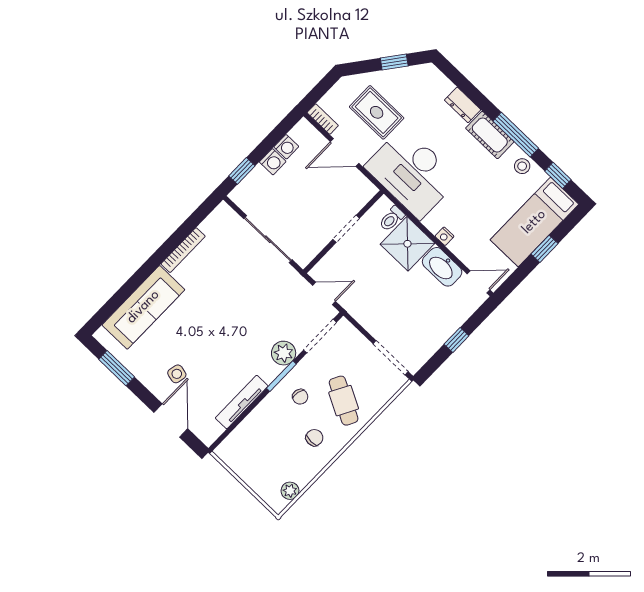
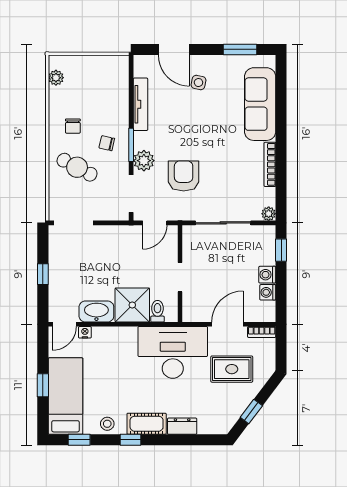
window: (516, 135) -> (130, 440), width x0.46
plant: (223, 211) -> (269, 214), added
nightstand: (444, 236) -> (85, 332), moved
armchair: (263, 309) -> (184, 176), added

